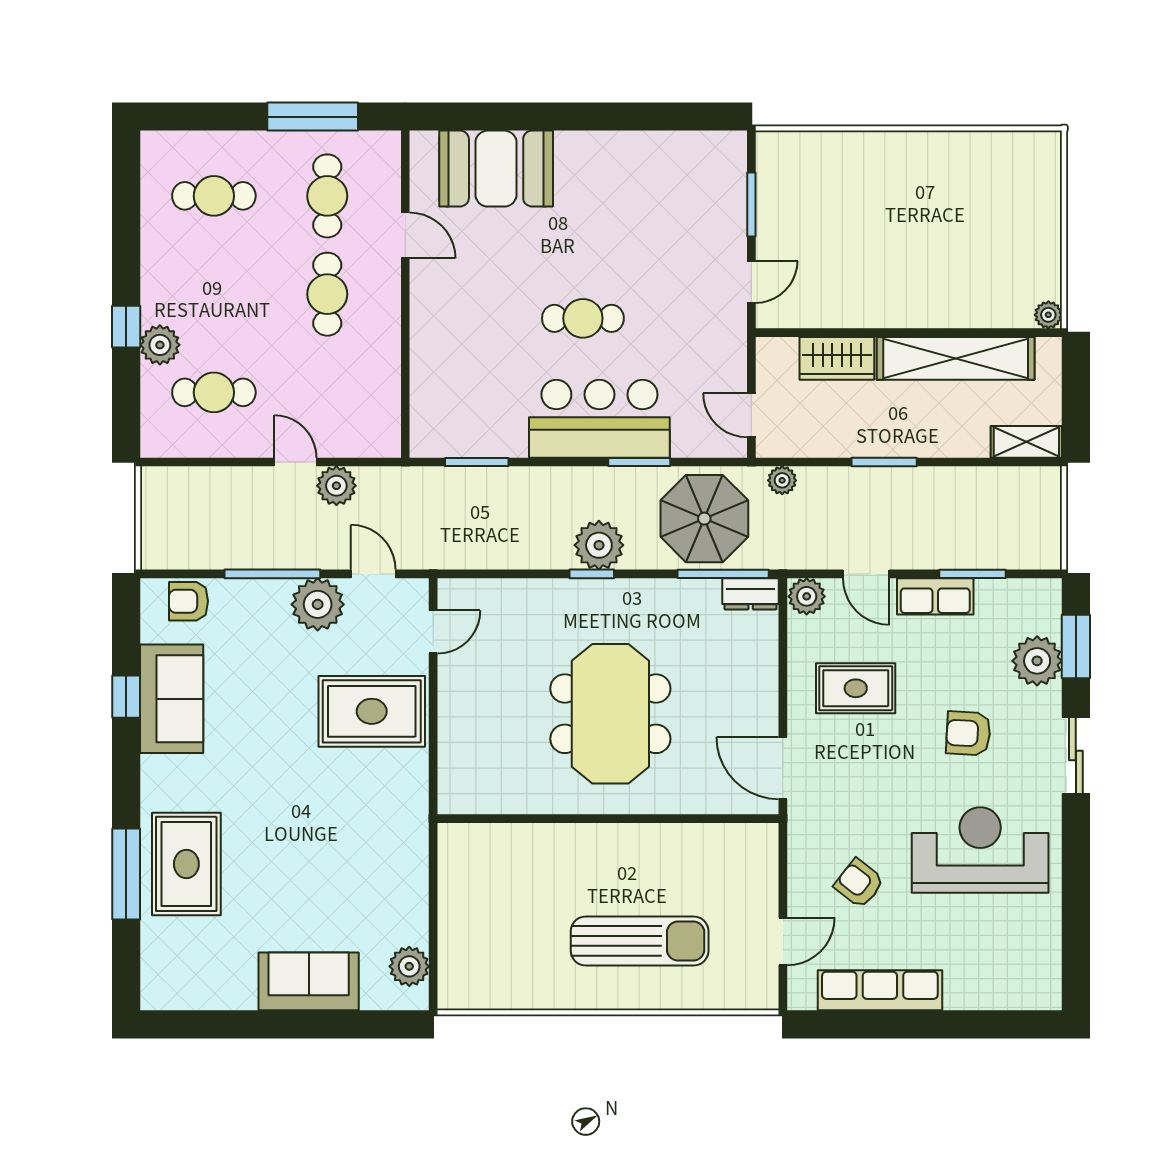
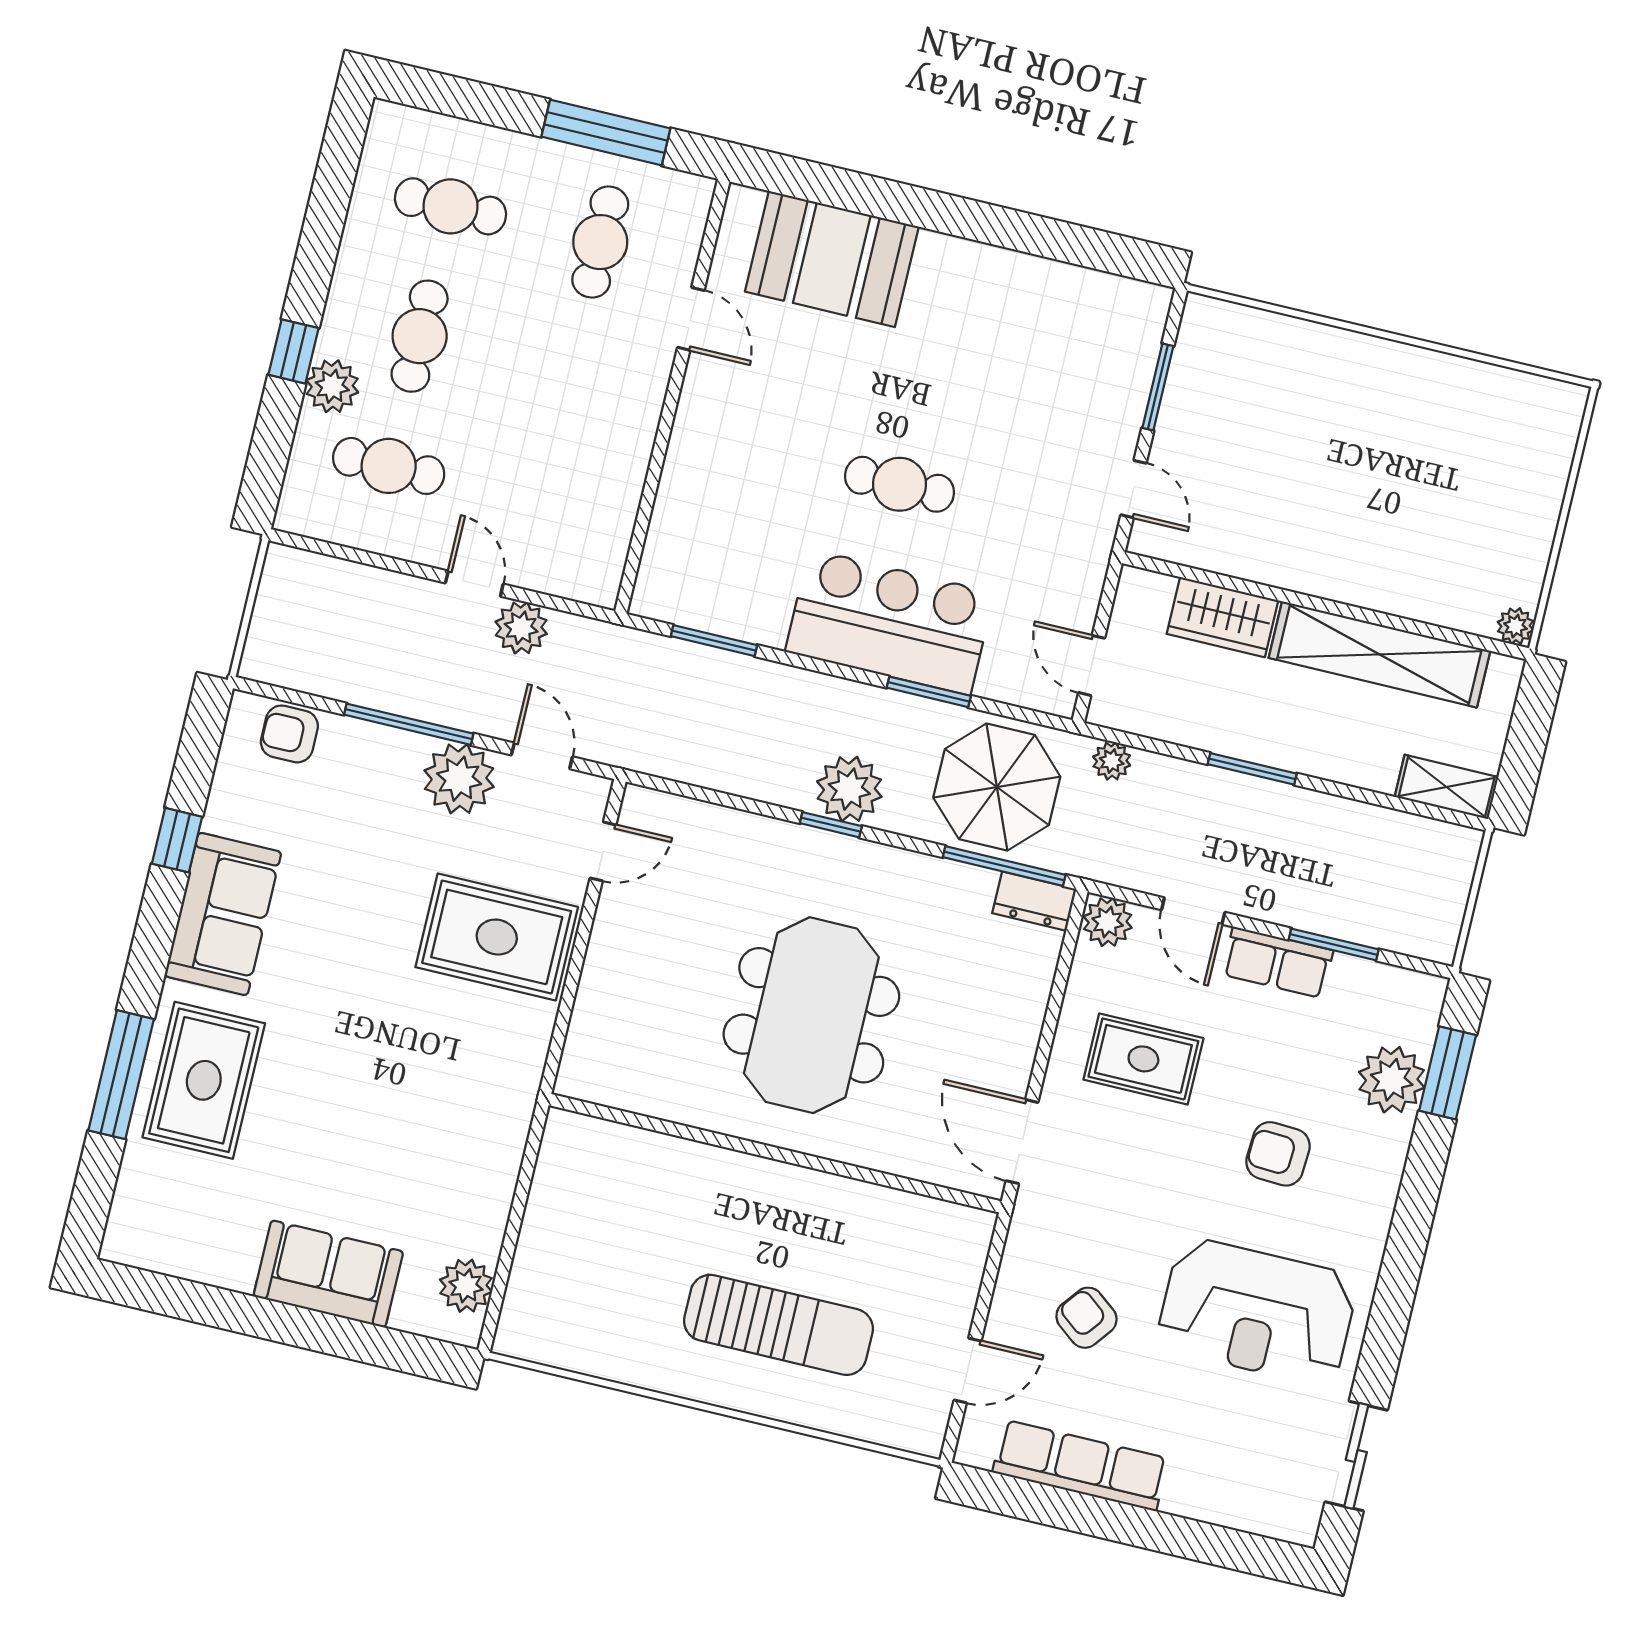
door: (751, 282) -> (1134, 489), hinge flipped
cafe table: (327, 294) -> (420, 336), moved
sofa: (172, 699) -> (223, 914), moved
sliding door: (1076, 755) -> (1356, 1456), moved
reception desk: (980, 850) -> (1257, 1312), turned 180

